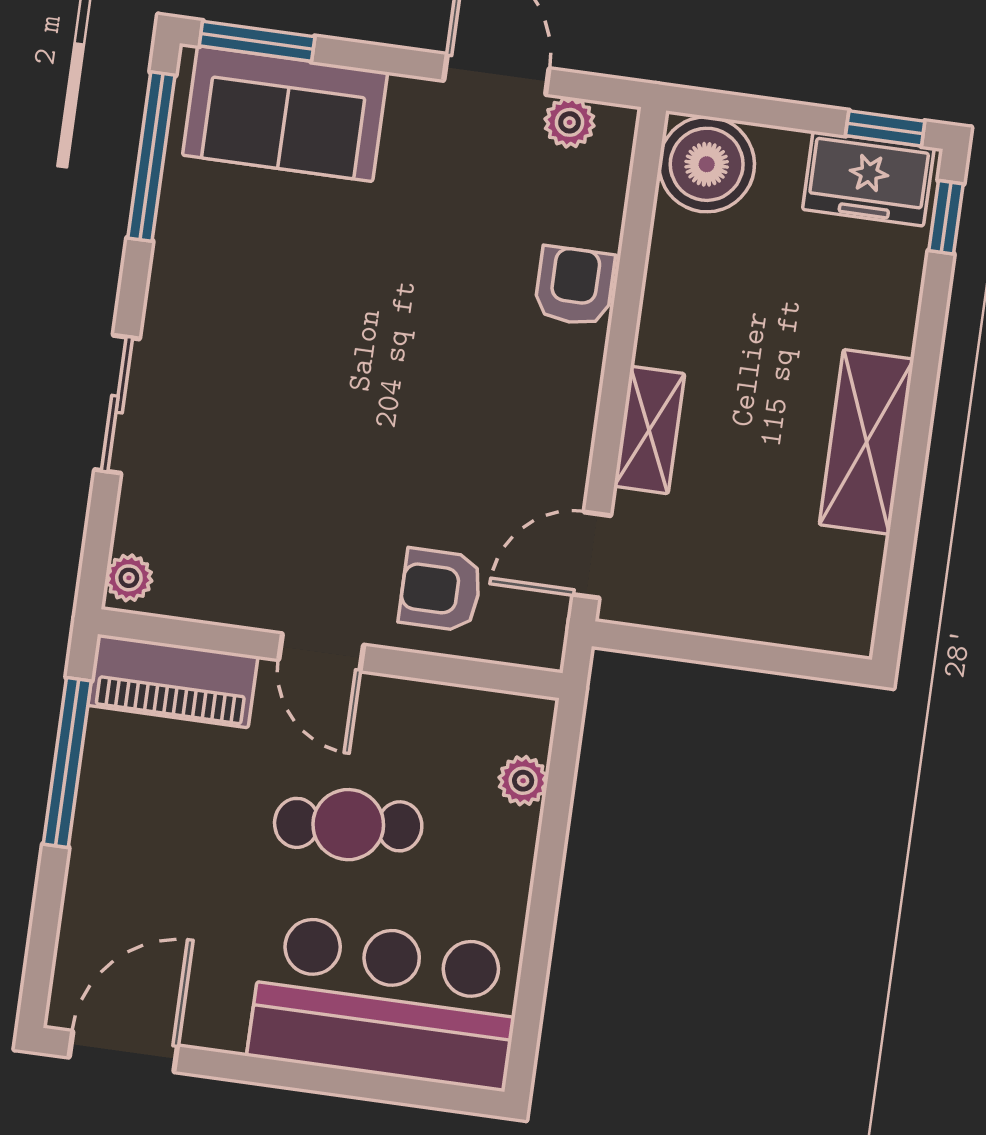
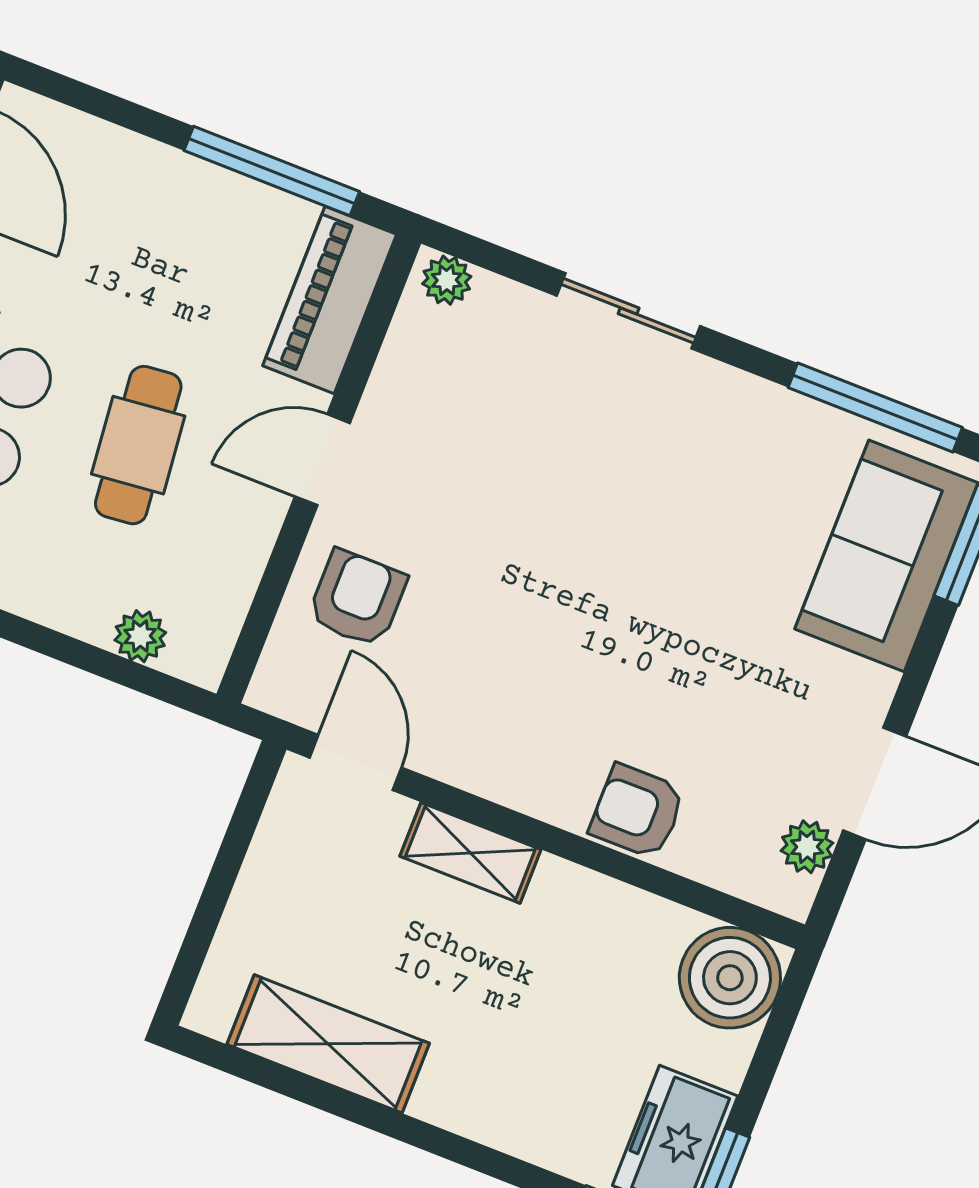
armchair: (574, 286) -> (637, 811), turned 180
shelving: (866, 442) -> (328, 1044), moved

